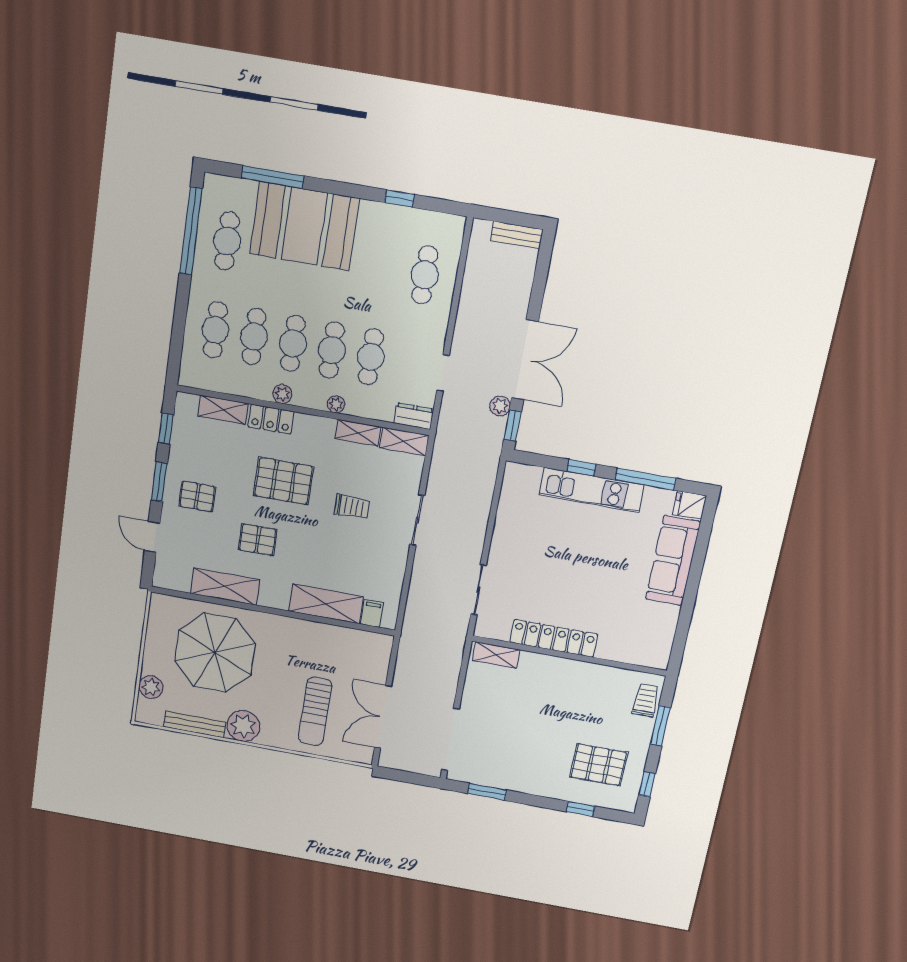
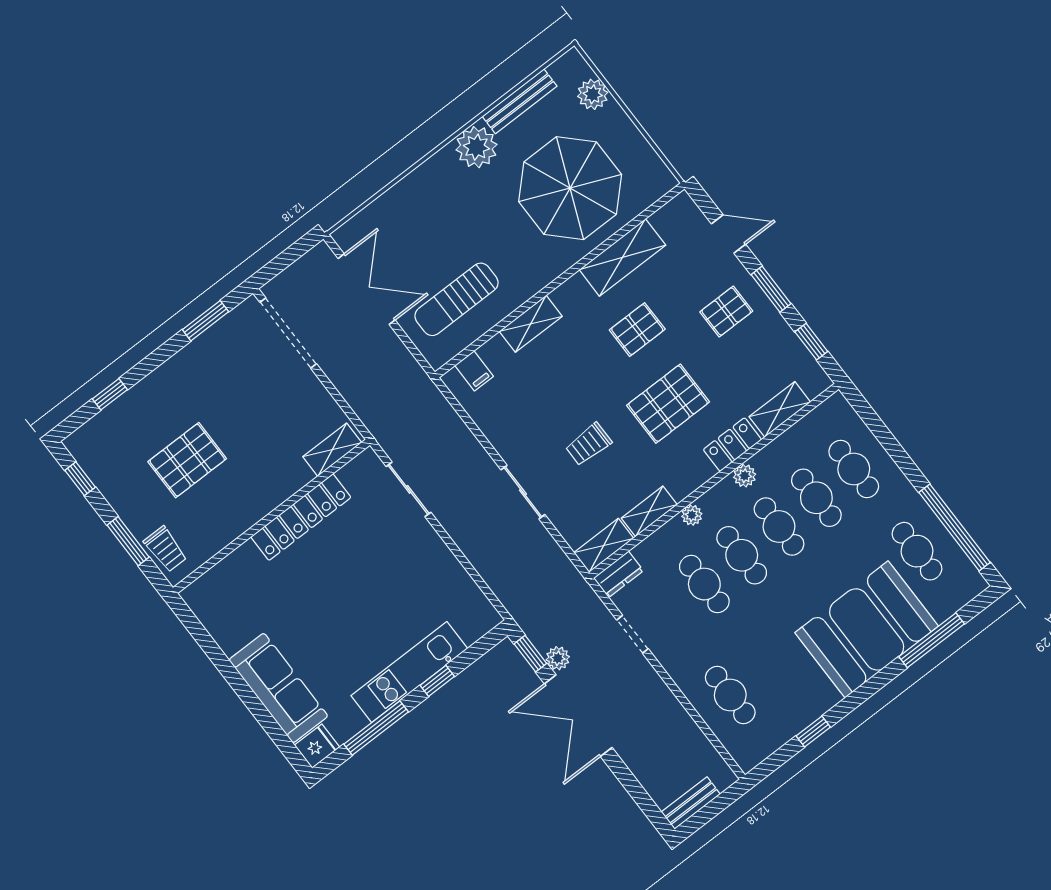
shelving: (326, 604) -> (531, 324), width x0.67, depth x0.75
sun lounger: (315, 711) -> (457, 299), moved, turned -90
pallet: (599, 765) -> (187, 460), moved

